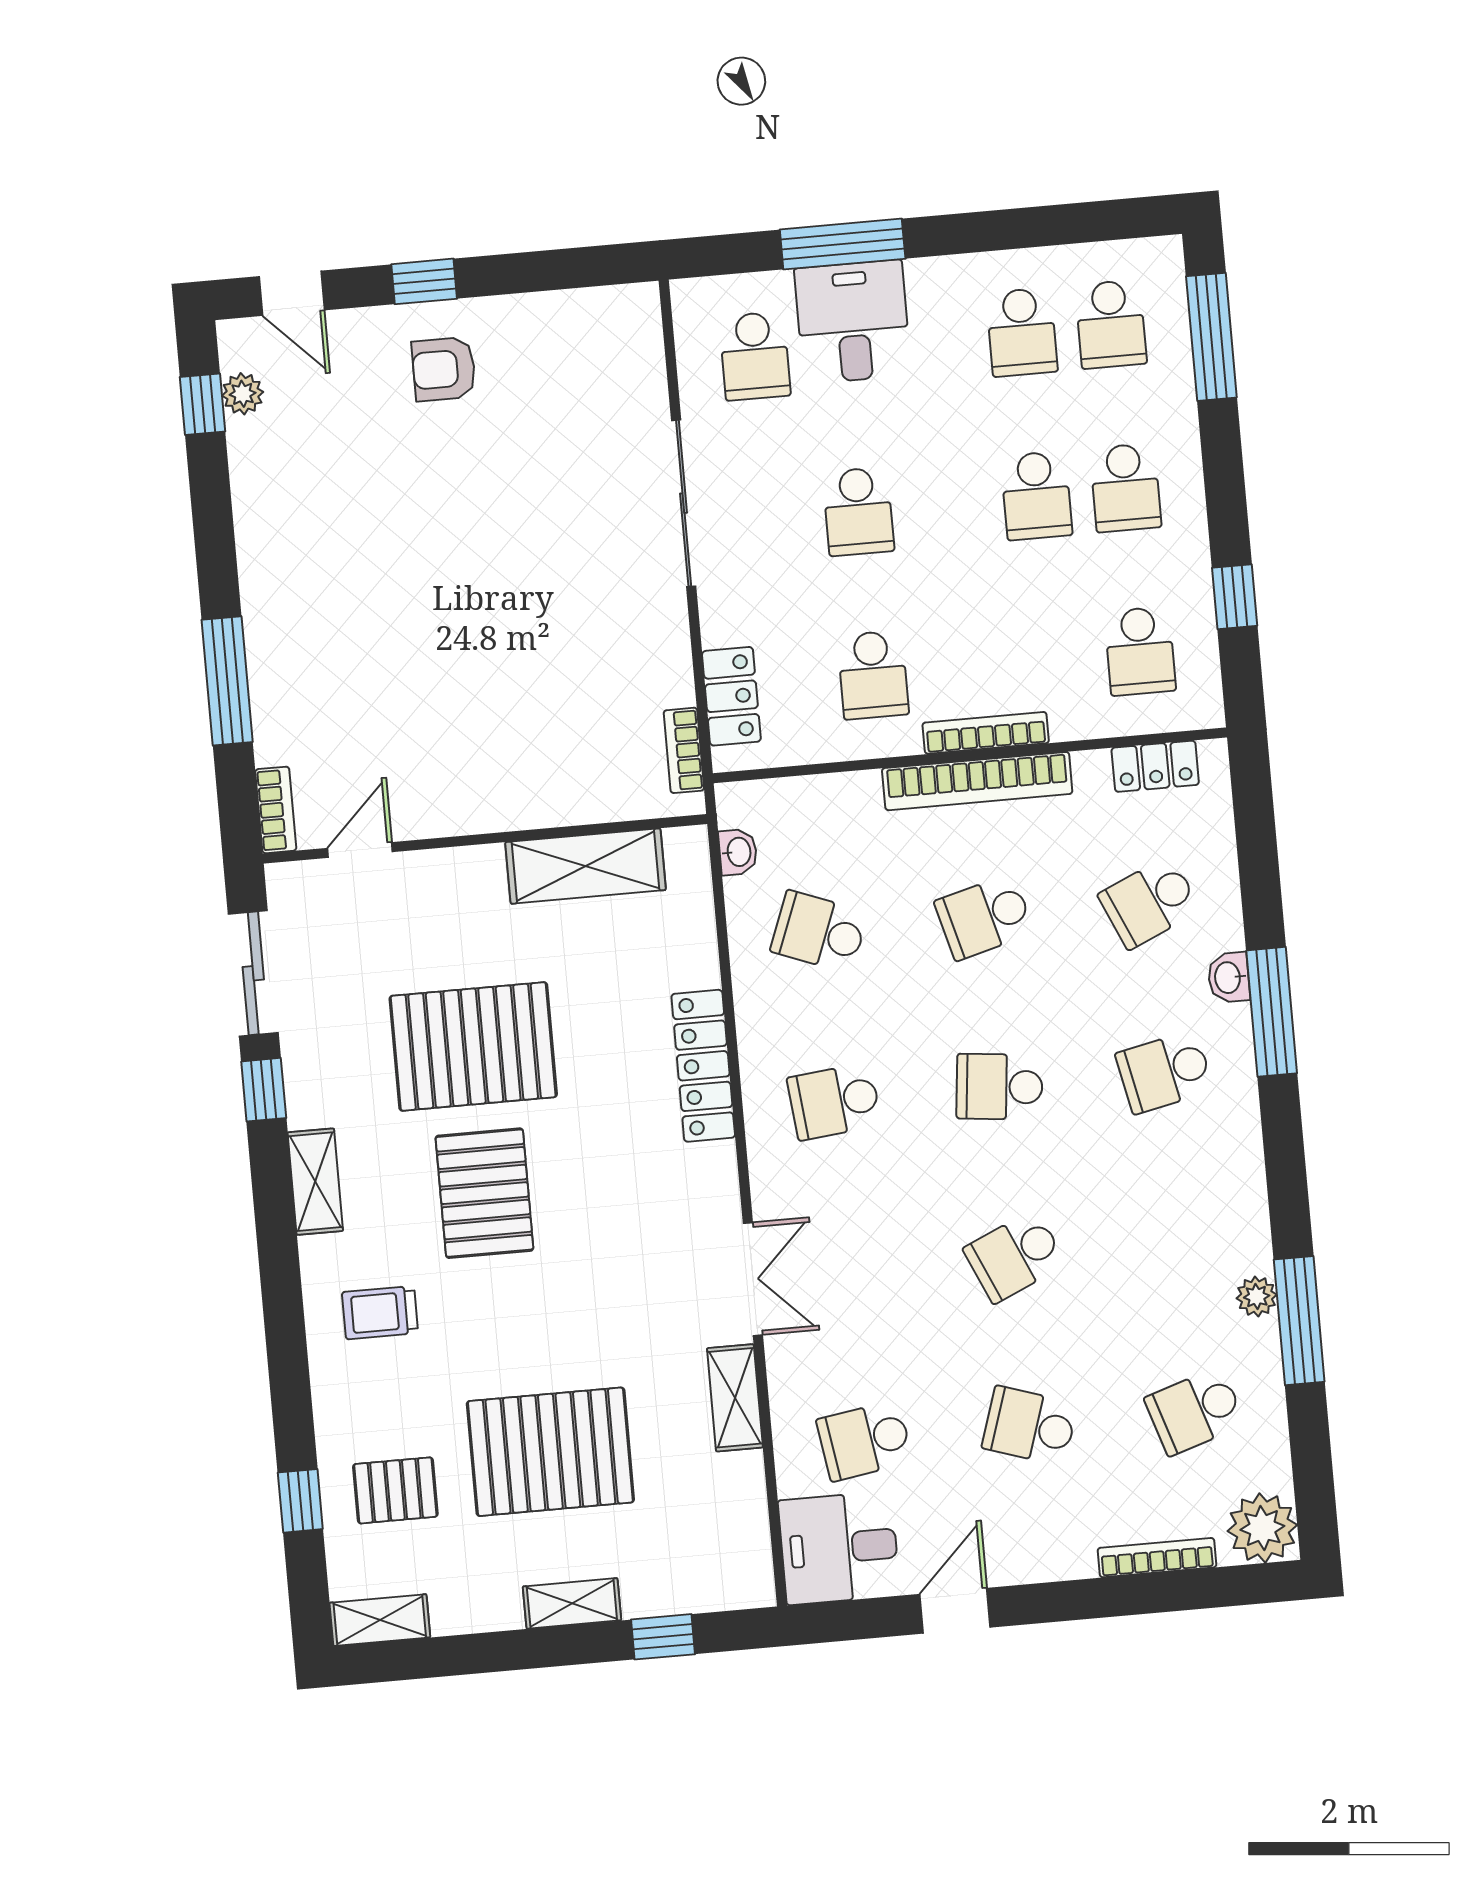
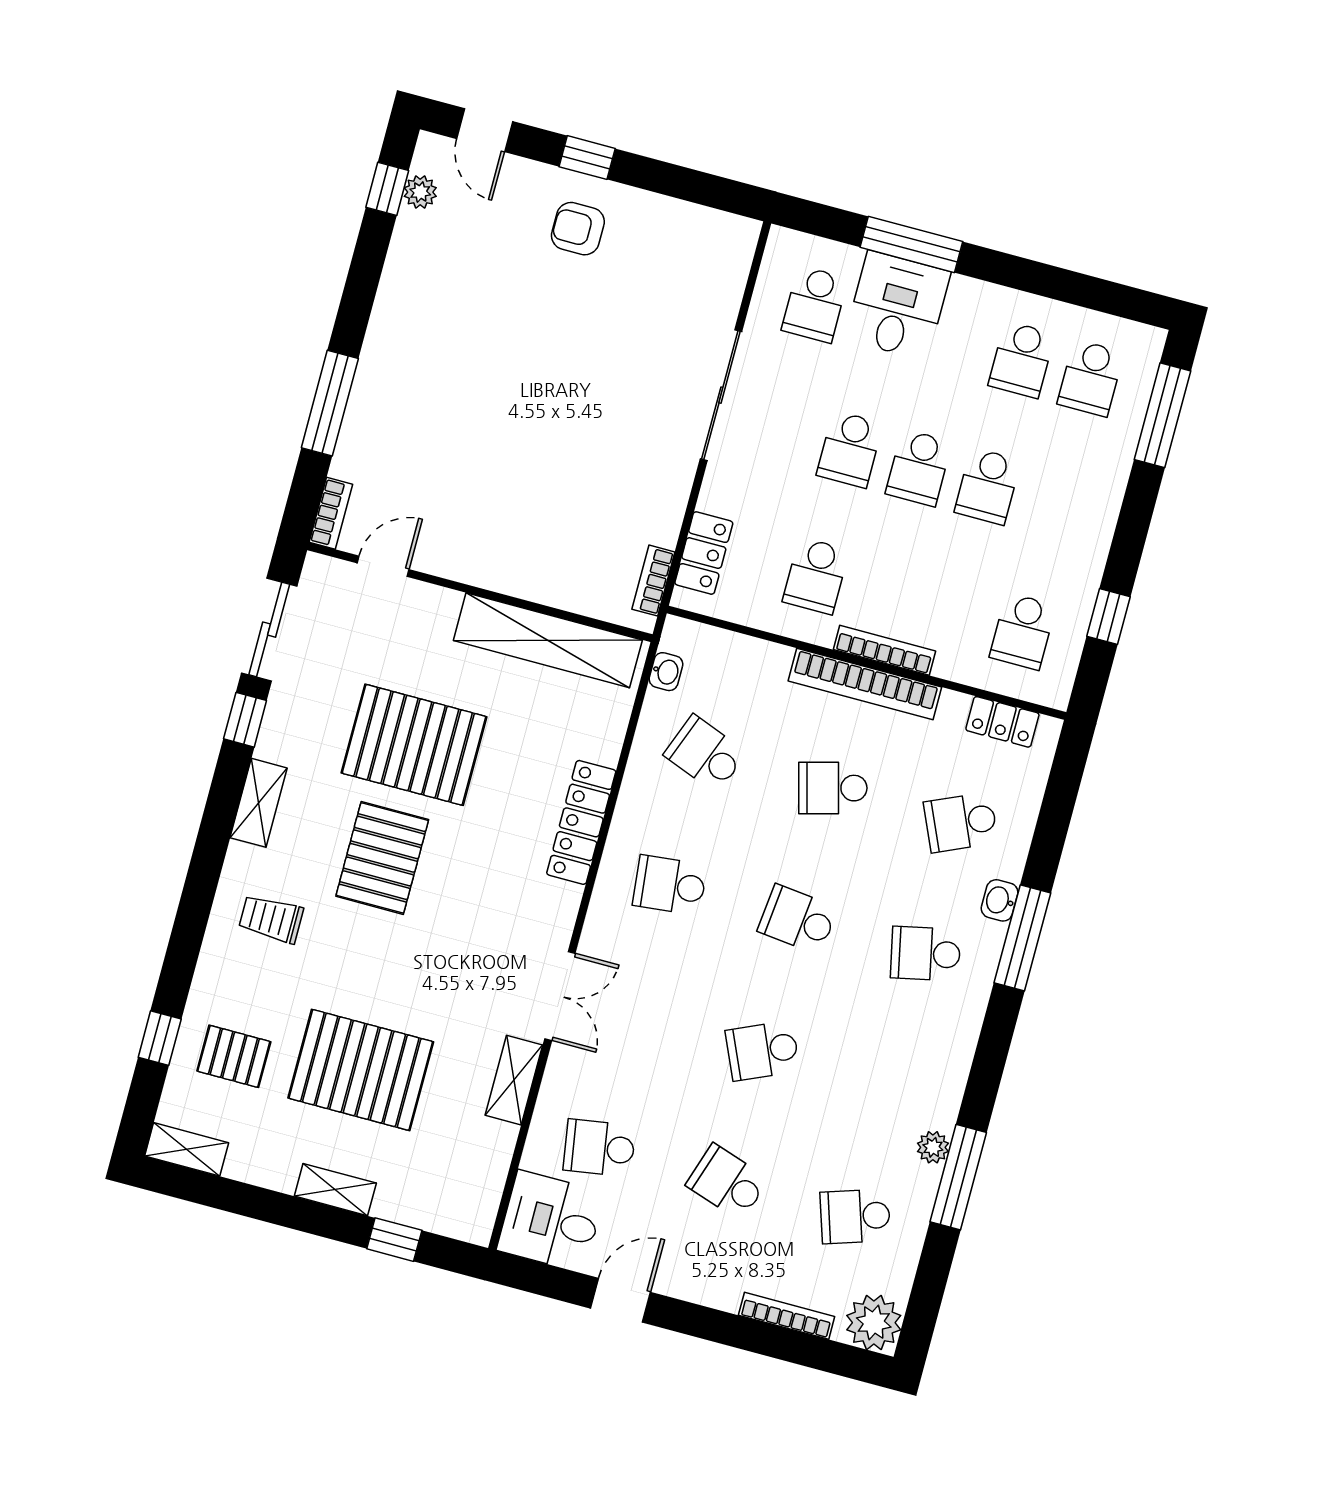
school desk: (1125, 488) -> (919, 468), moved
shelving: (586, 866) -> (548, 640), width x1.47

